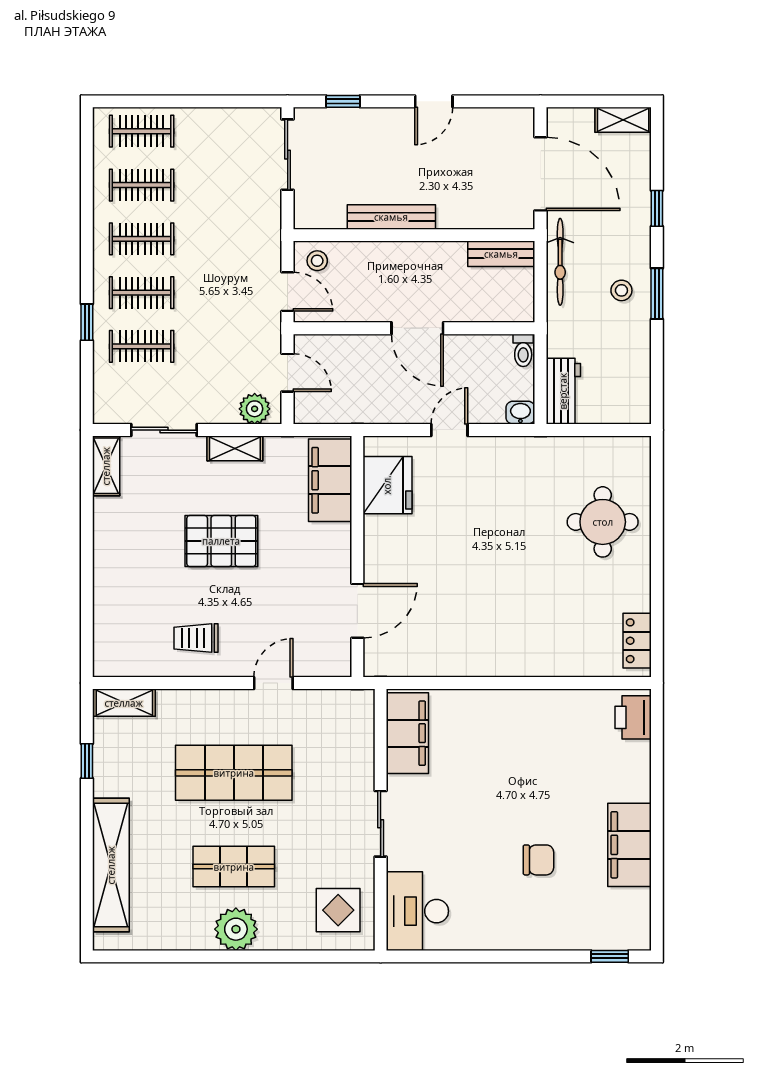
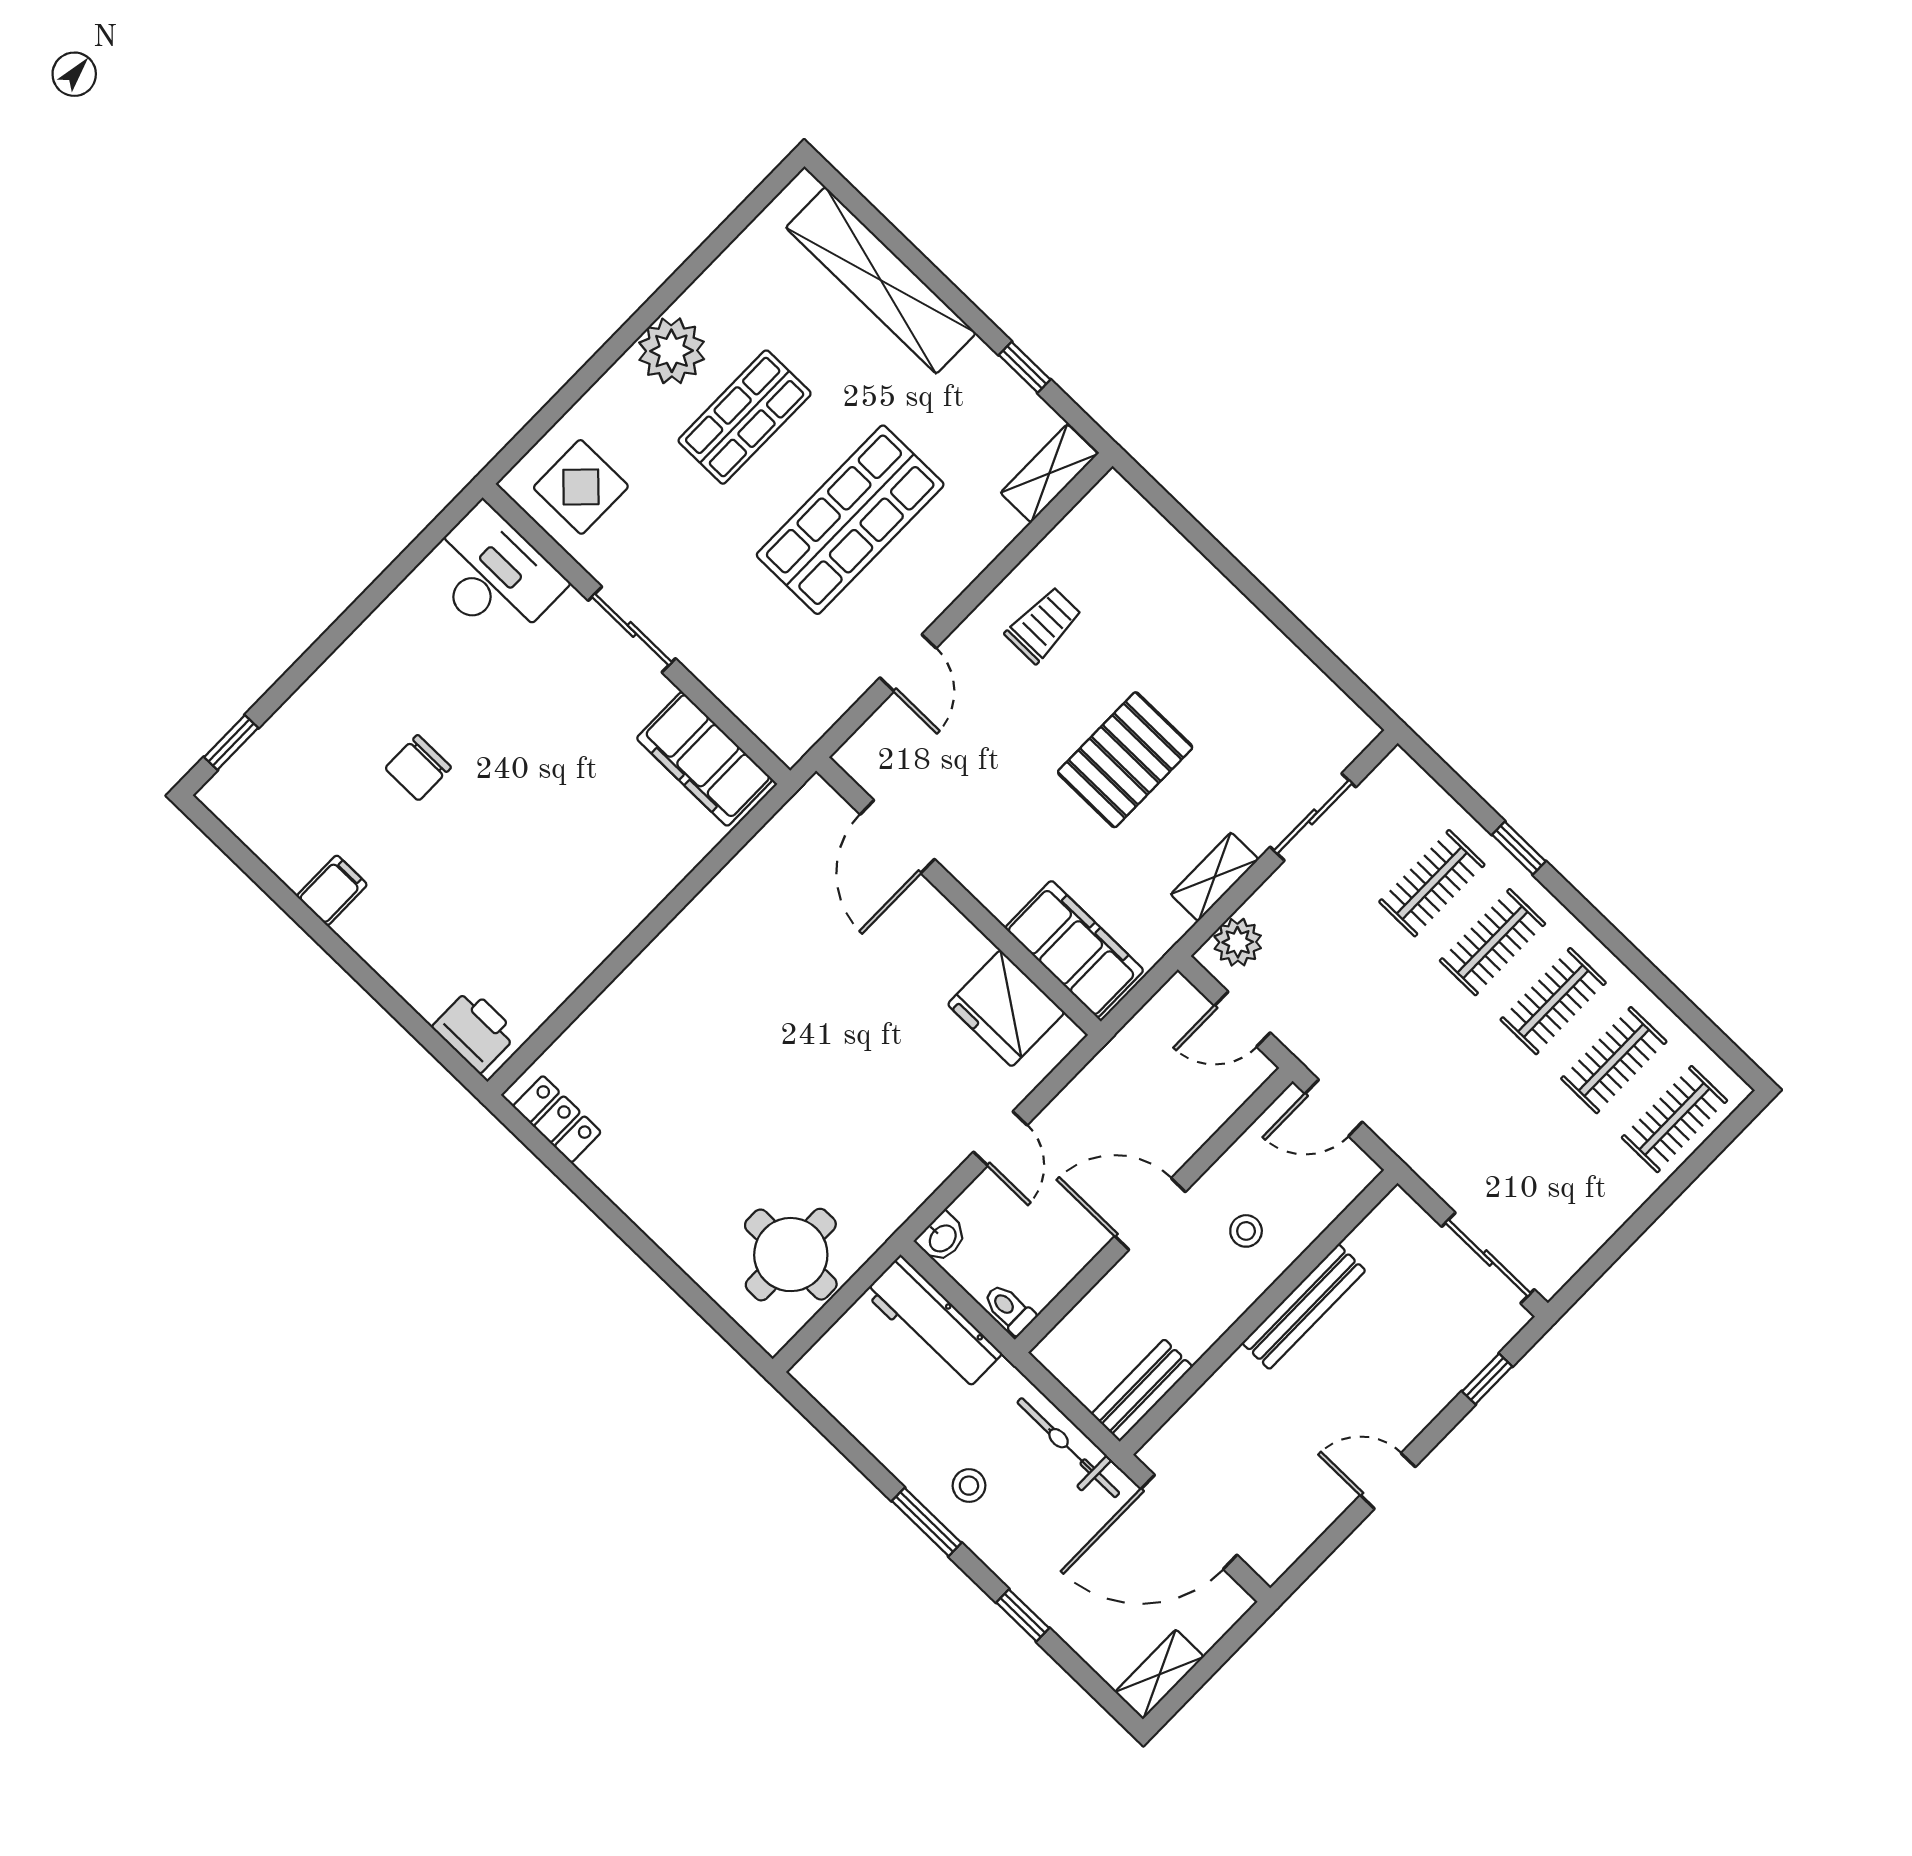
door: (434, 101) -> (1388, 1481), hinge flipped
stool: (317, 261) -> (1246, 1231), moved
workbench: (563, 391) -> (933, 1323), width x1.38
shelving: (106, 466) -> (1336, 713), removed
round table: (603, 522) -> (791, 1255), moved
filing cabinet: (629, 845) -> (332, 890), width x0.33, depth x0.86

